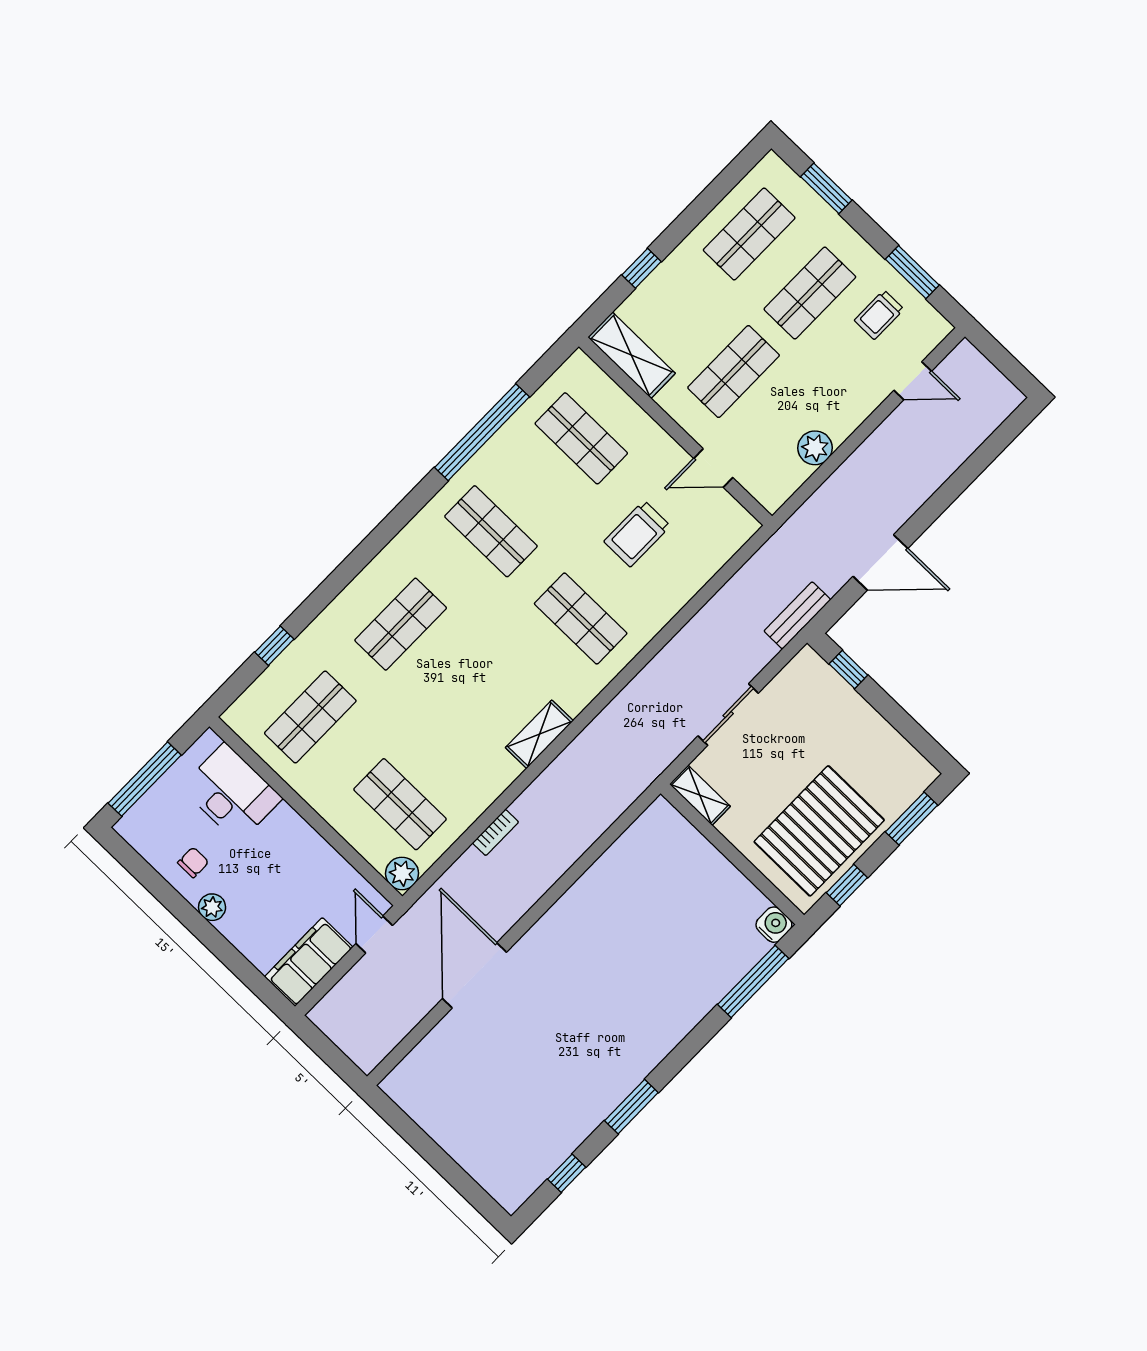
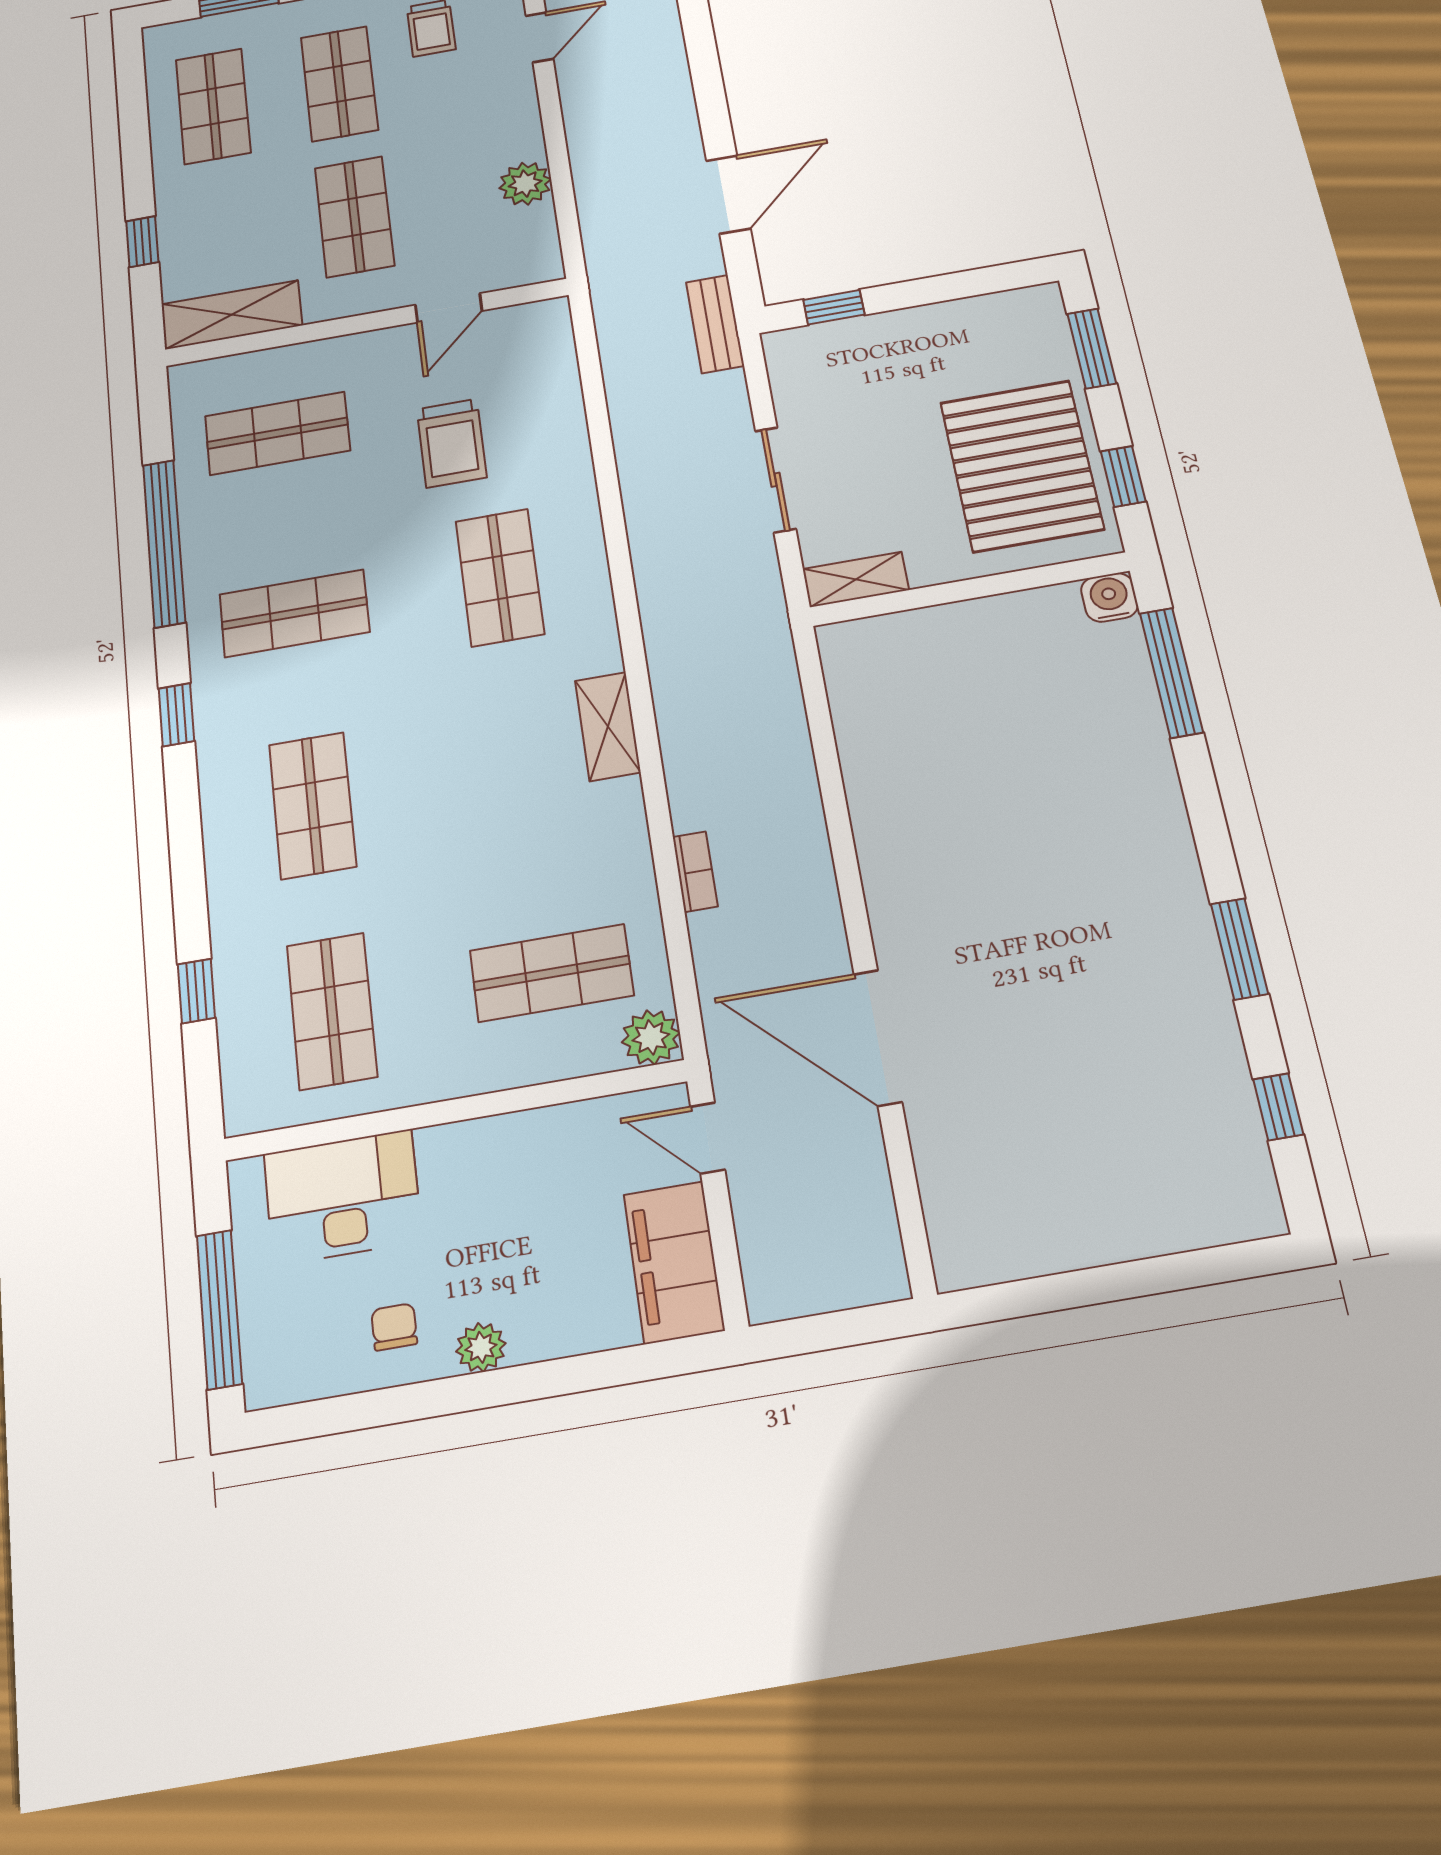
window: (399, 518) -> (176, 715), added
shop shelf: (581, 618) -> (500, 577), turned 90

